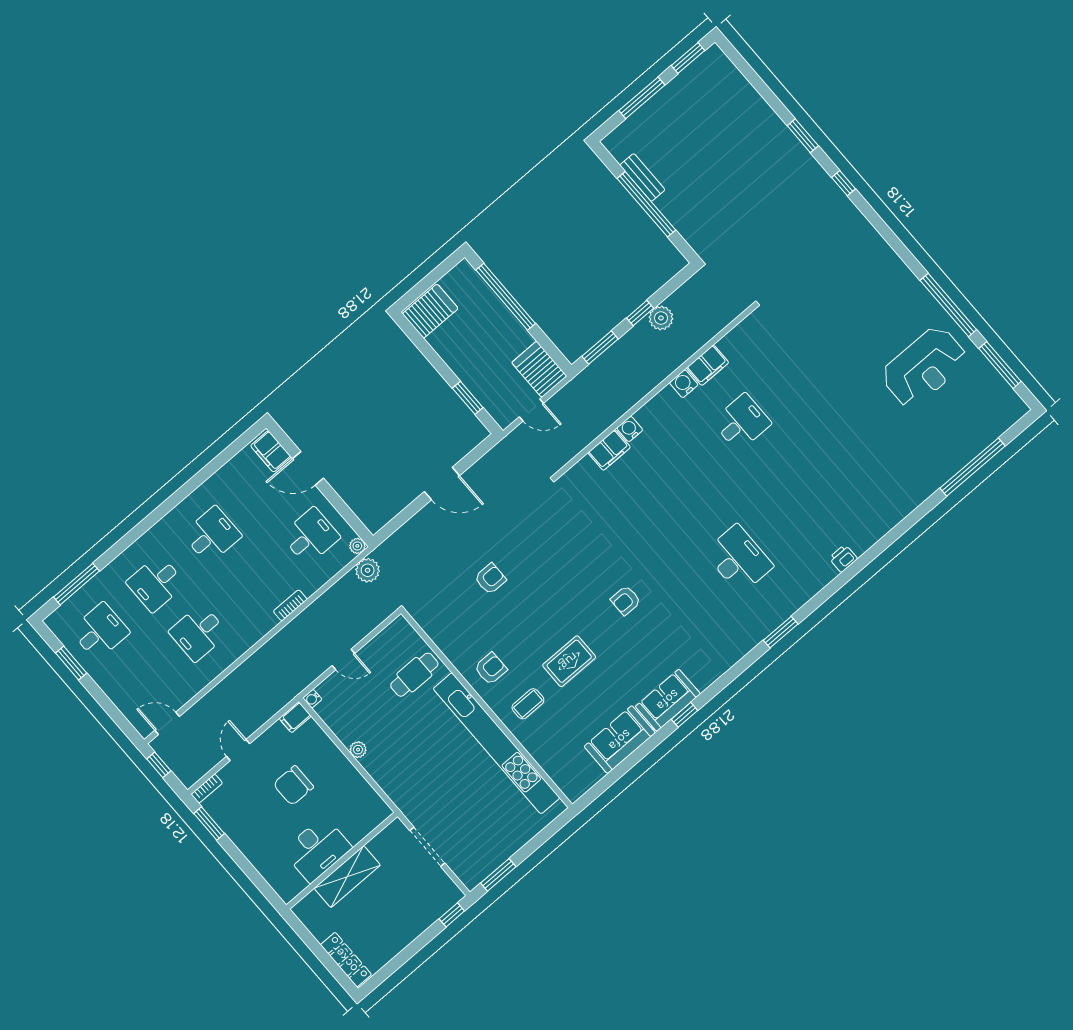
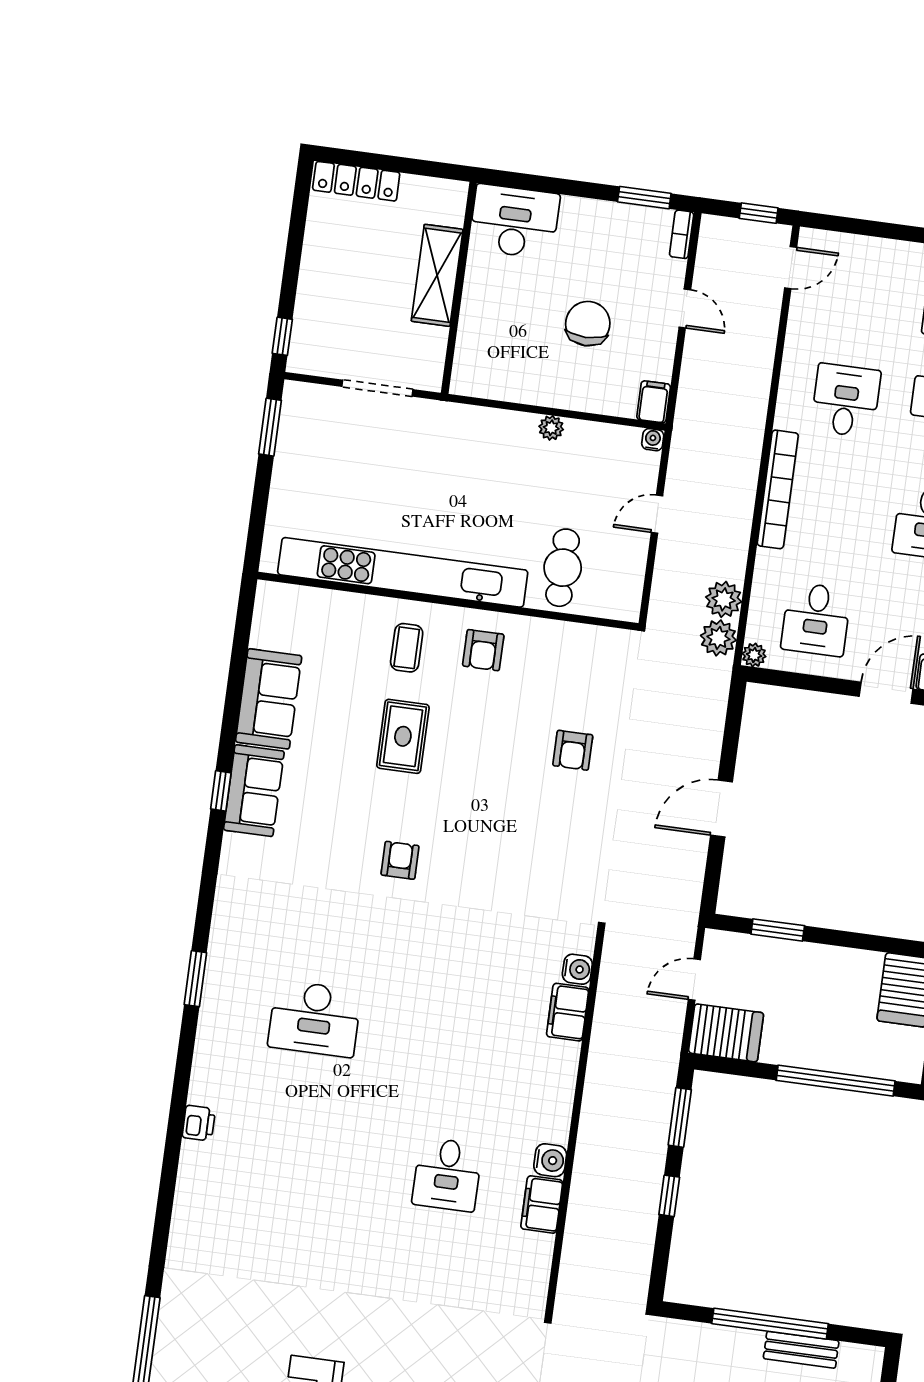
plant: (661, 318) -> (724, 599), moved
water cooler: (630, 429) -> (577, 969), moved
bookcase: (290, 605) -> (778, 489), width x2.31, depth x1.31
desk: (317, 849) -> (514, 221), moved, turned 90

